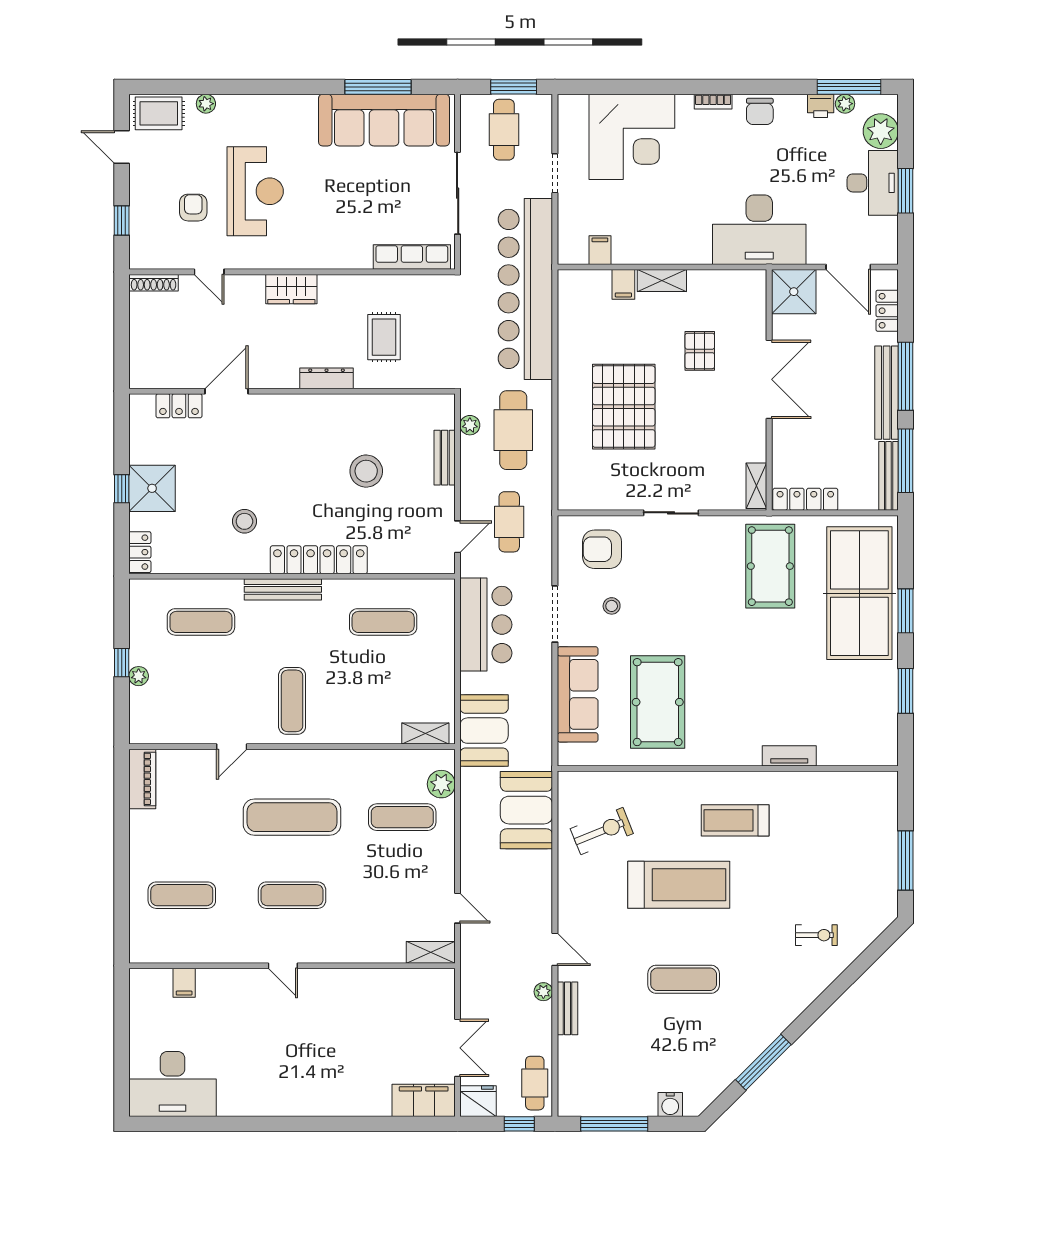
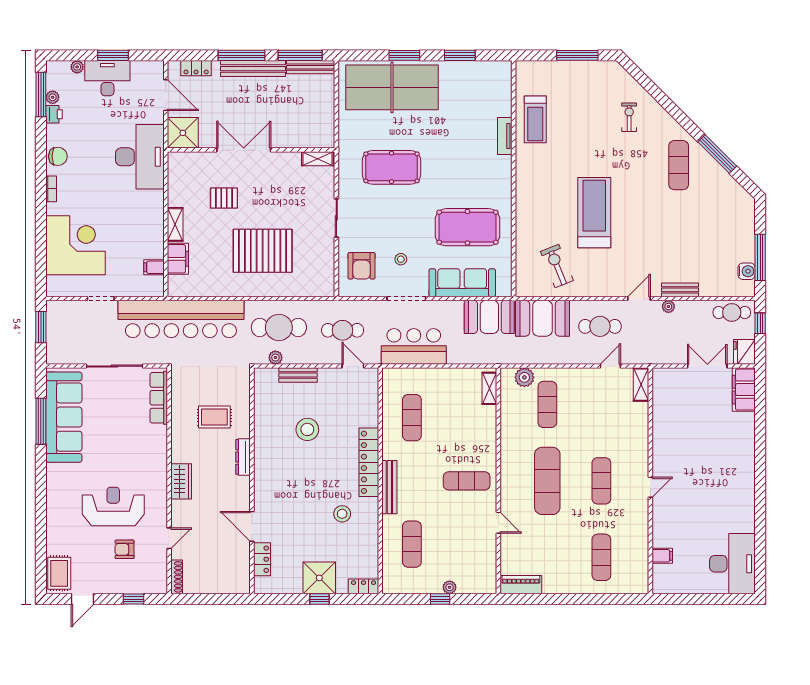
plant: (206, 104) -> (53, 541), removed
cafe table: (504, 130) -> (600, 326), moved
plant: (881, 131) -> (77, 67), width x0.53, depth x0.53
door: (848, 267) -> (166, 95), hinge flipped
filing cabinet: (623, 284) -> (178, 259), width x2.00
locker: (805, 499) -> (327, 125), removed
pool table: (770, 566) -> (392, 167), moved
booth: (484, 731) -> (489, 317), moved
treadmill: (735, 820) -> (535, 119), moved
exercise mat: (684, 979) -> (679, 165), moved
water cooler: (670, 1104) -> (747, 271), moved

